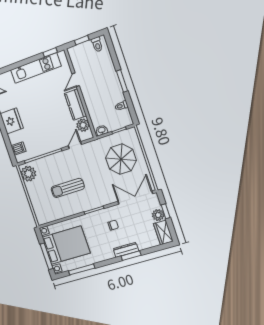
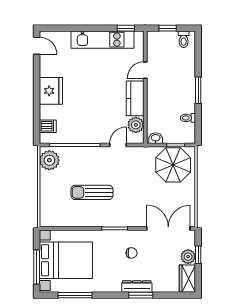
parasol: (121, 159) -> (173, 165), moved

